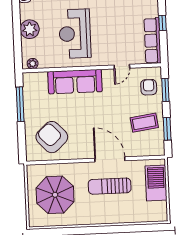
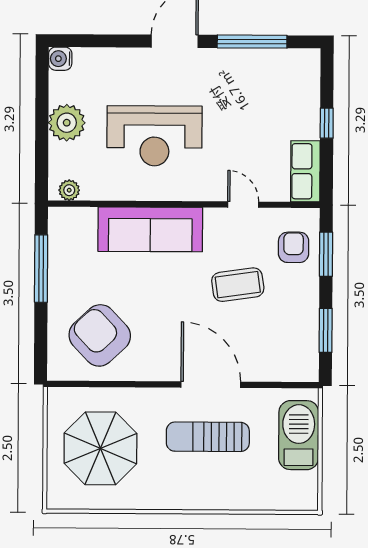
reception desk: (75, 34) -> (154, 136), turned -90
row of seats: (152, 41) -> (305, 171), width x0.68
door: (122, 67) -> (243, 205), swing flipped
coffee table: (144, 123) -> (238, 285), moved

